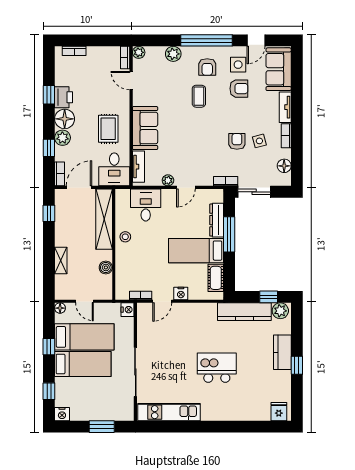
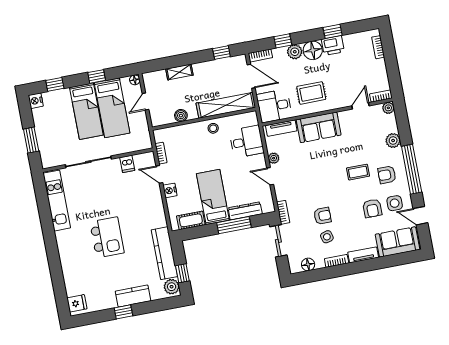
nightstand: (128, 310) -> (145, 143), removed
dishwasher: (145, 332) -> (127, 164), added

